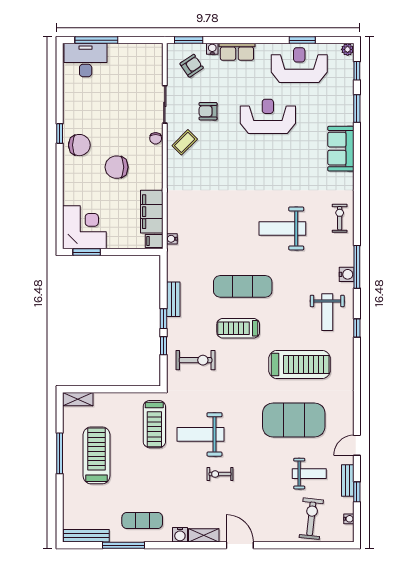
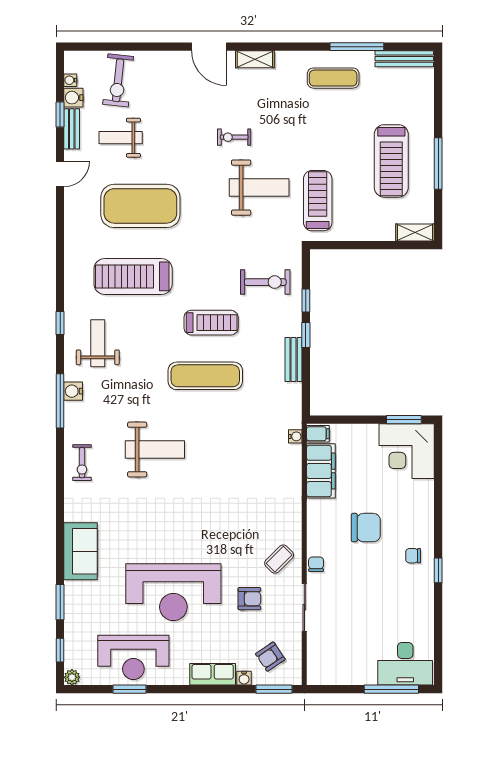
reception desk: (268, 116) -> (173, 592), width x1.36, depth x1.30
chair: (79, 145) -> (413, 556), width x0.54, depth x0.54
exercise bike: (196, 360) -> (265, 282), turned 180
exercise bike: (220, 474) -> (234, 137), turned 180
water cooler: (180, 535) -> (73, 98), moved, turned -90

